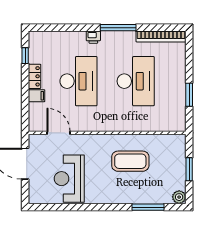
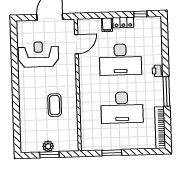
coffee table: (130, 161) -> (55, 105), width x0.73, depth x0.76
plant: (179, 197) -> (48, 146), moved
window: (148, 207) -> (17, 121), removed

